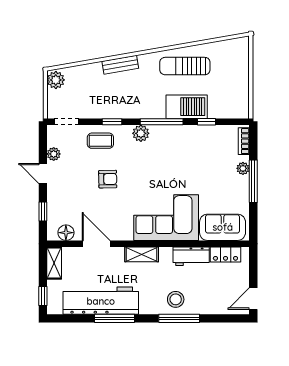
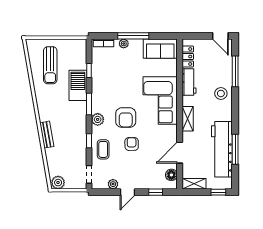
sun lounger: (185, 66) -> (50, 65), moved
window: (162, 122) -> (89, 104), width x0.69
armchair: (143, 171) -> (126, 118), added
sofa: (223, 227) -> (160, 49), moved, turned -90
window: (115, 318) -> (235, 149), moved
window: (179, 318) -> (235, 71), moved

